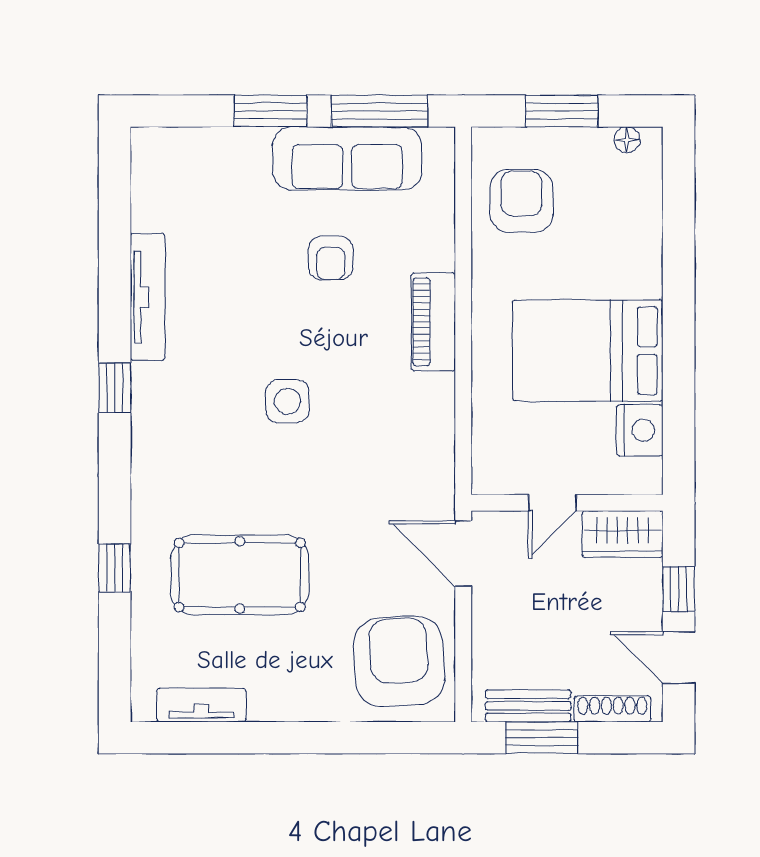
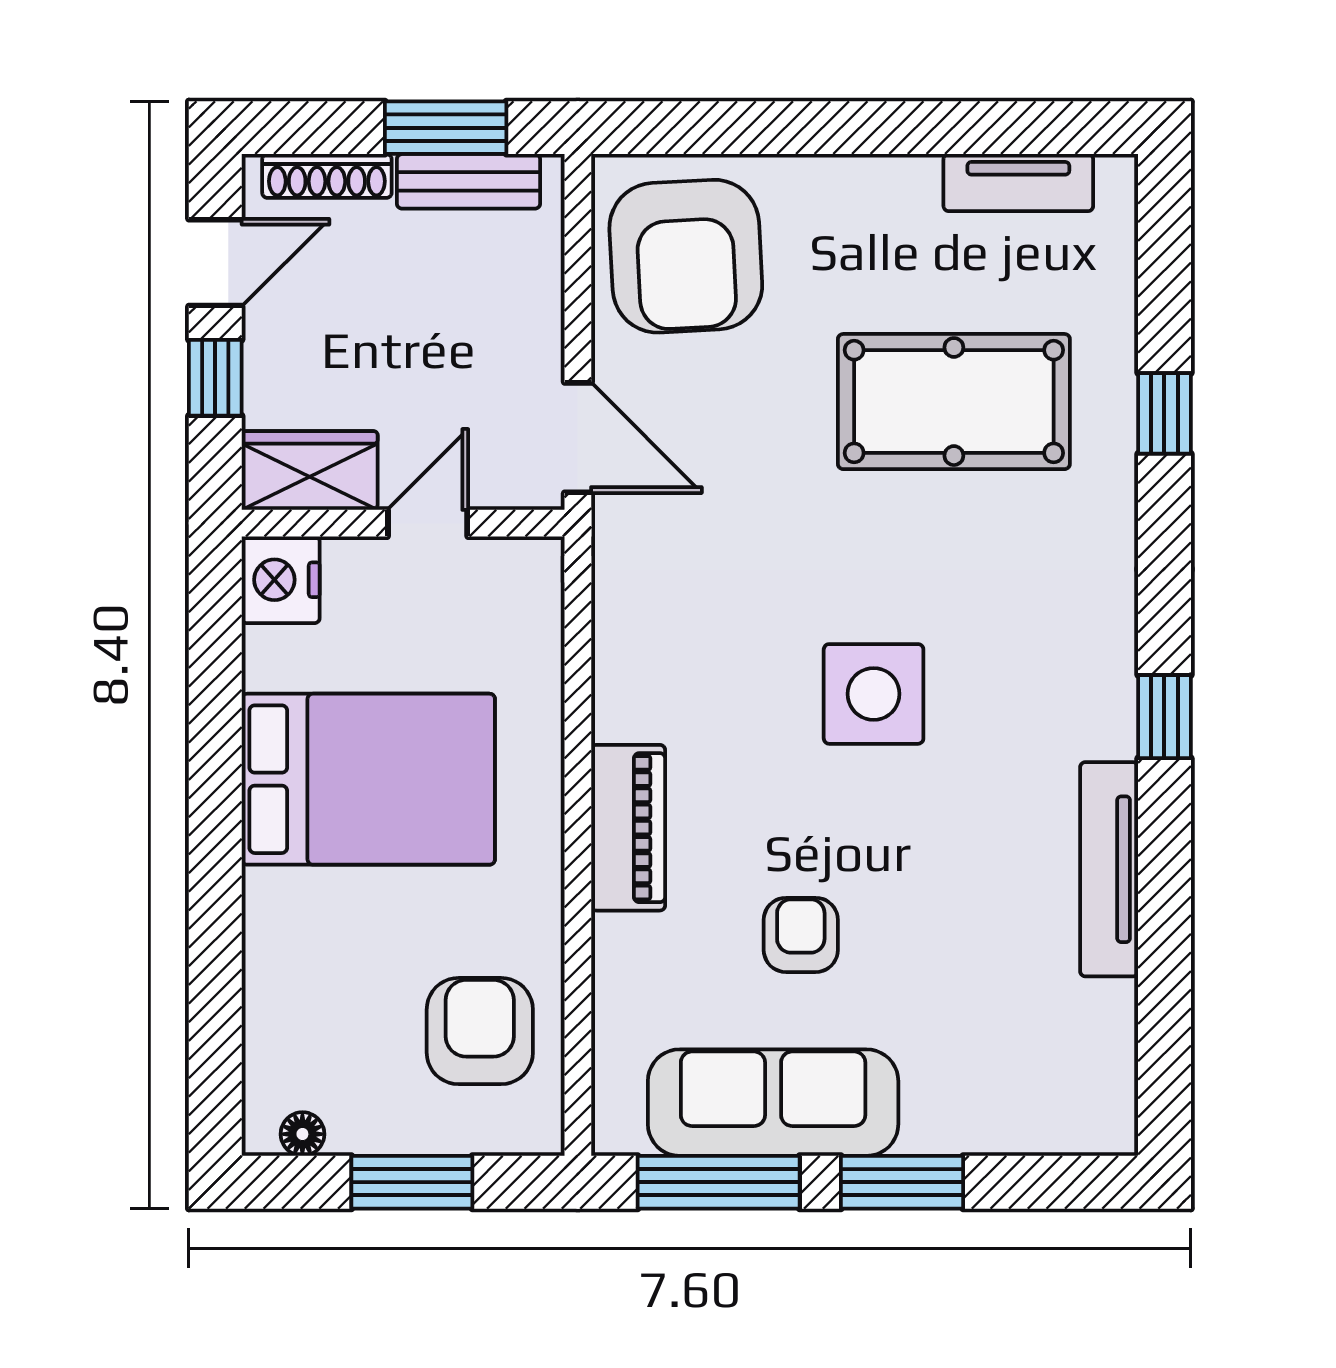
armchair: (521, 201) -> (480, 1031), turned 180
side table: (287, 401) -> (874, 694), width x1.37, depth x1.37
nightstand: (640, 430) -> (281, 580), moved
door: (679, 658) -> (215, 263), hinge flipped

